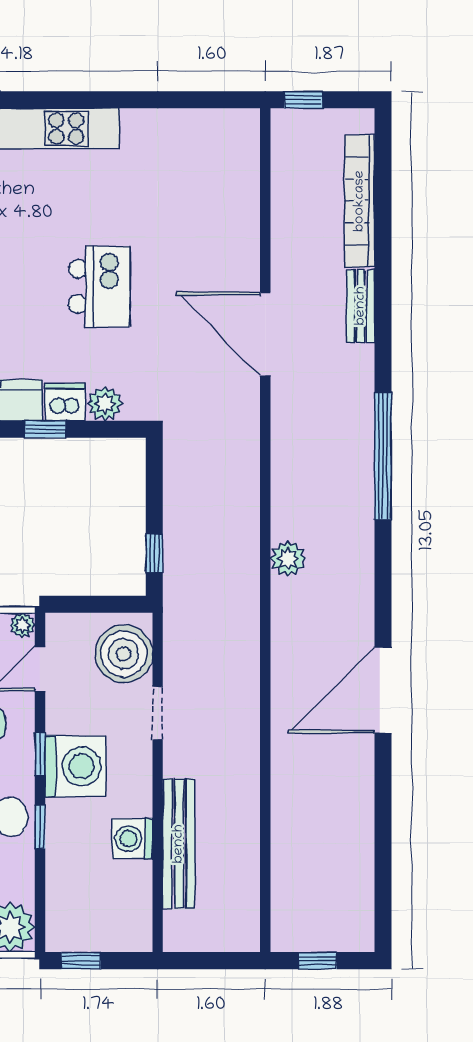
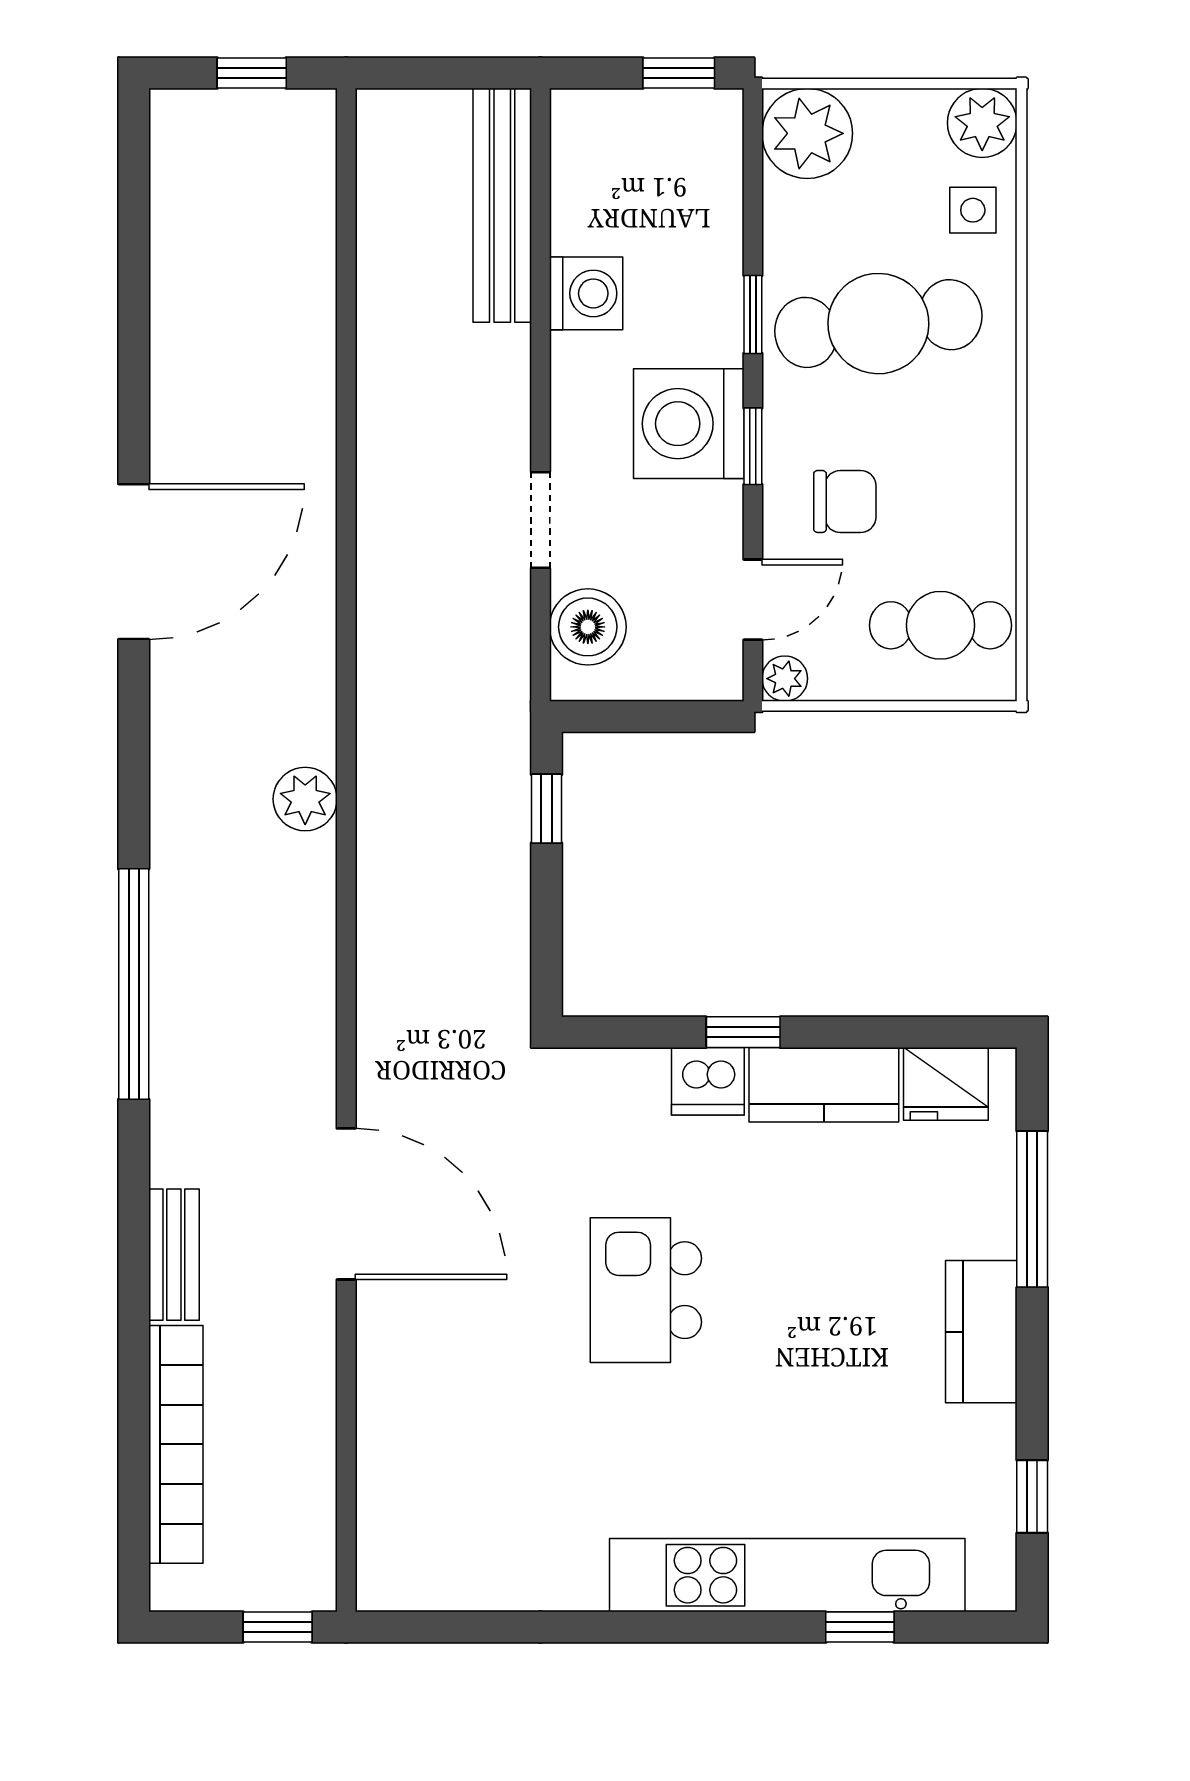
plant: (105, 404) -> (636, 1078), removed
boiler: (124, 654) -> (588, 627), width x0.73, depth x0.73
bench: (179, 844) -> (502, 205), moved

